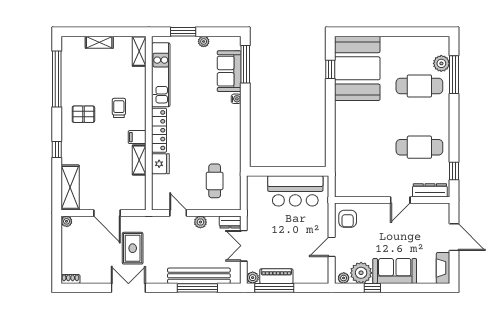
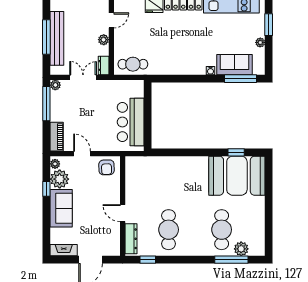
cafe table: (215, 181) -> (133, 64), moved
armchair: (348, 219) -> (107, 167), turned -92
piano: (276, 276) -> (57, 137), moved

